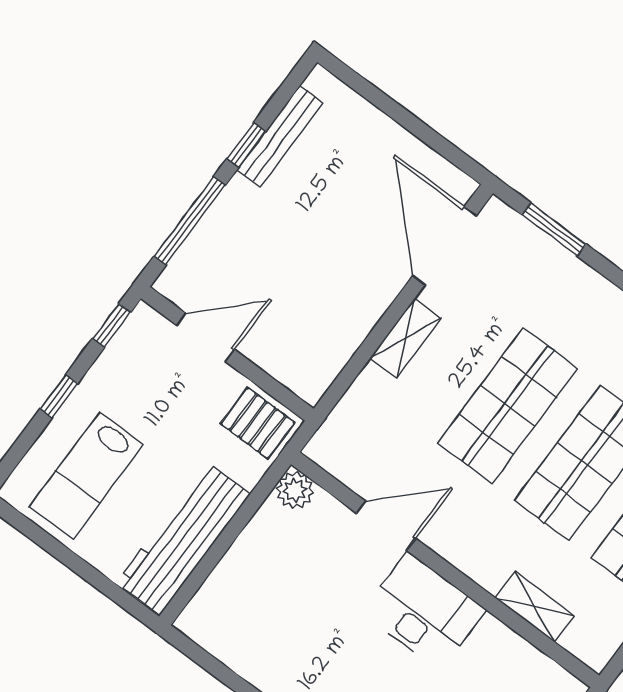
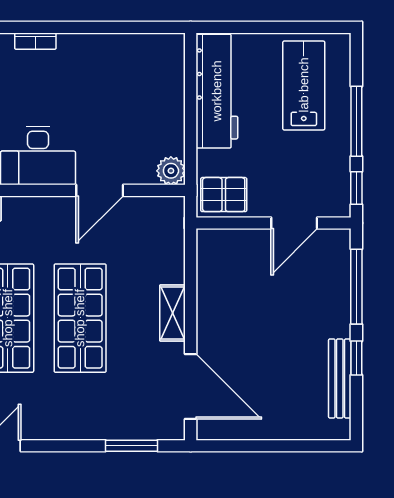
window: (59, 396) -> (356, 121), width x2.17

